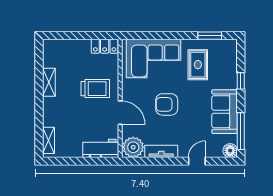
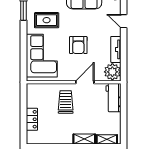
locker: (105, 46) -> (32, 119), moved
shelving: (49, 82) -> (84, 139), moved

